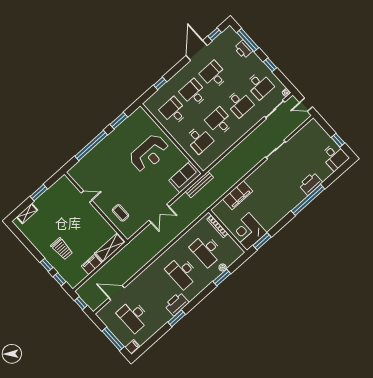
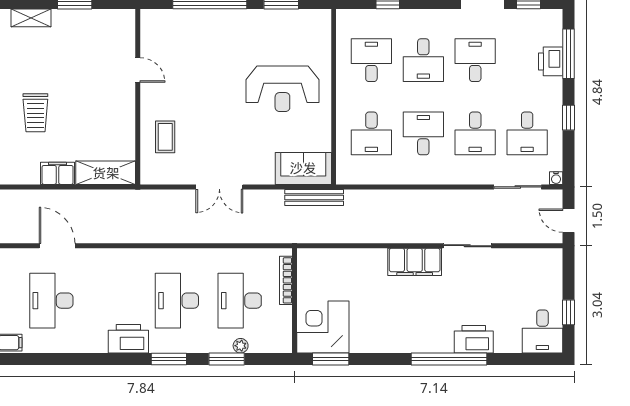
desk: (194, 93) -> (423, 60), turned 180
filing cabinet: (238, 195) -> (415, 262), moved
window: (177, 318) -> (169, 359), moved

